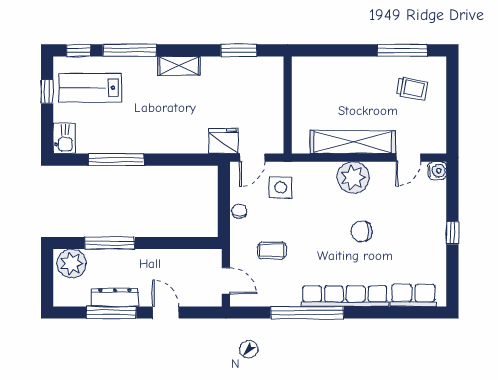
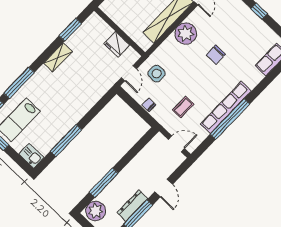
shelving: (179, 66) -> (58, 57), moved
fridge: (224, 141) -> (117, 44), moved, turned -90
row of seats: (345, 296) -> (226, 108), moved
door: (166, 313) -> (164, 188), swing flipped

